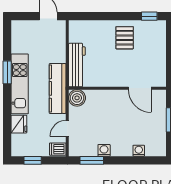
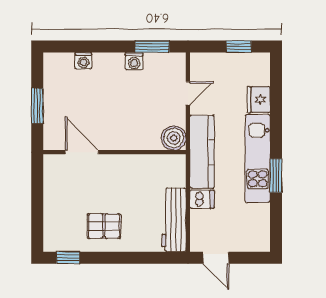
pallet: (125, 38) -> (104, 226), turned 90
workbench: (77, 65) -> (174, 220), moved
dishwasher: (58, 149) -> (202, 199), moved

